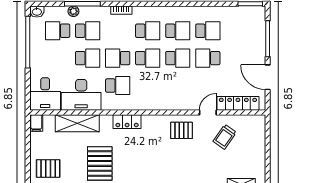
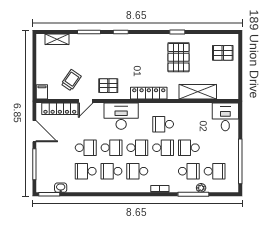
washbasin: (37, 12) -> (61, 188), moved
school desk: (88, 31) -> (189, 171), turned 180
school desk: (148, 58) -> (137, 148), turned 180
school desk: (178, 58) -> (112, 148), turned 180
desk: (81, 95) -> (121, 116), moved
locker: (127, 122) -> (149, 93), width x1.53
filing cabinet: (36, 123) -> (42, 92), moved

